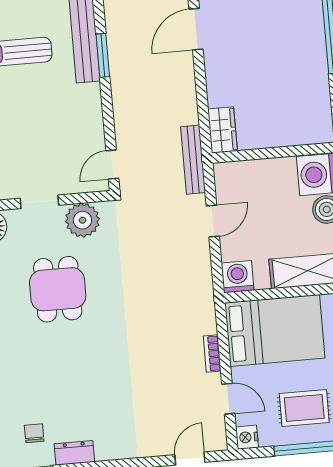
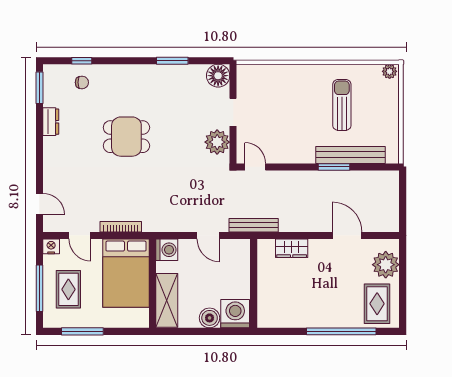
wardrobe: (223, 130) -> (292, 248), moved
dining table: (58, 289) -> (126, 137), moved
bookcase: (212, 354) -> (121, 227), width x1.56
door: (228, 399) -> (80, 235), hinge flipped
chair: (34, 433) -> (82, 82), moved

